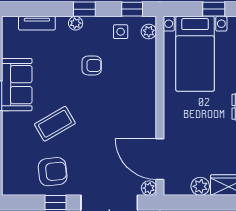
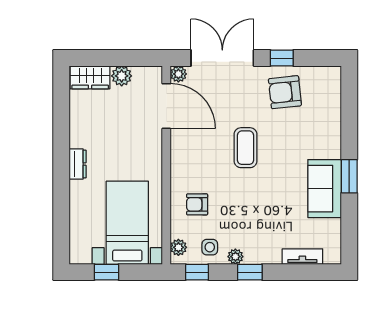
plant: (76, 23) -> (235, 257), moved
armchair: (92, 65) -> (197, 204), moved
coffee table: (55, 124) -> (246, 148), moved, turned -60

